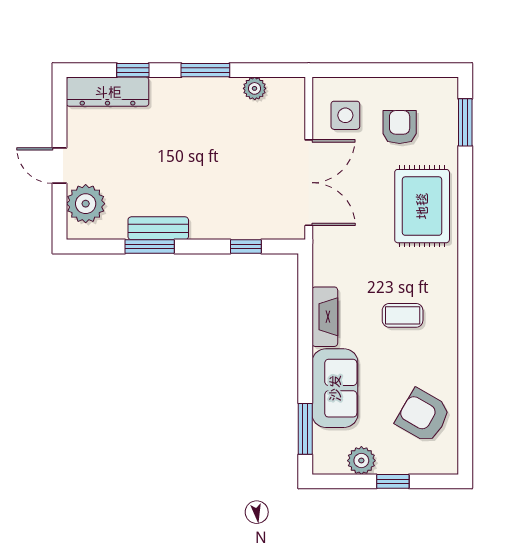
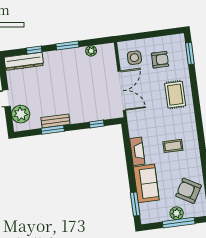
armchair: (400, 127) -> (160, 60), turned 90
rug: (422, 206) -> (175, 95), width x0.73, depth x0.70
plant: (361, 461) -> (177, 213), moved
window: (393, 481) -> (179, 223), width x2.17

